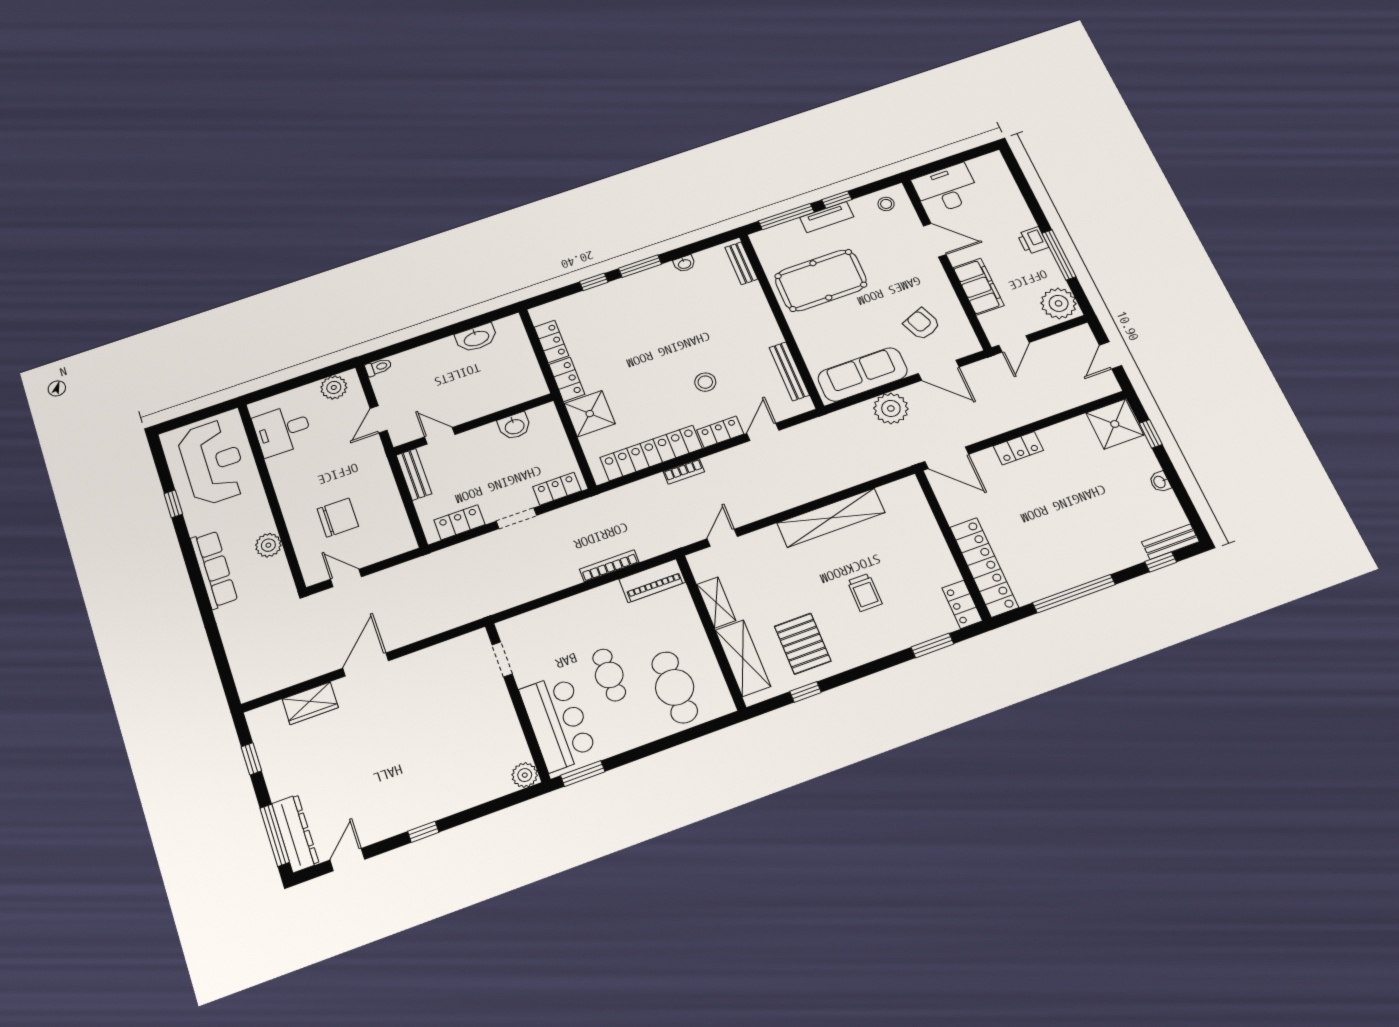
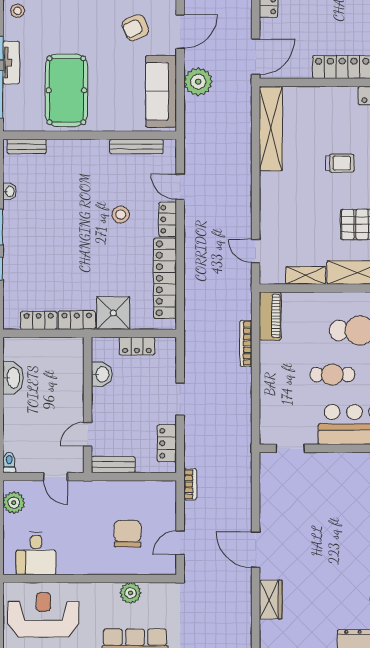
bookcase: (684, 472) -> (190, 484), moved
locker: (557, 489) -> (137, 346), moved, turned -90
shelving: (831, 518) -> (271, 129), moved

